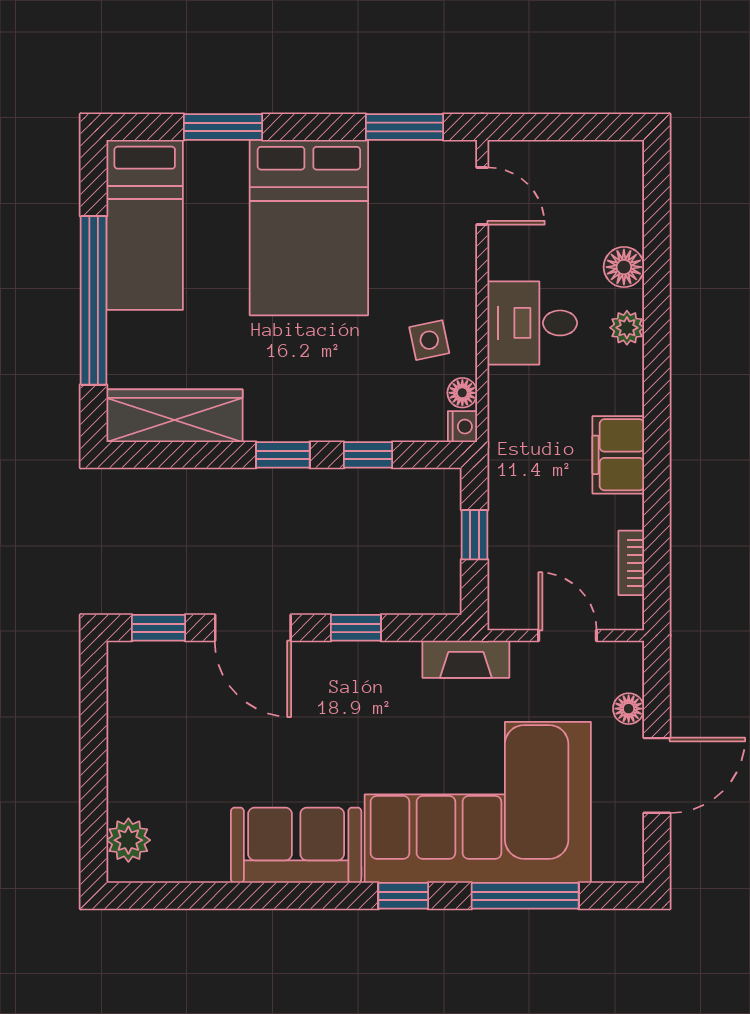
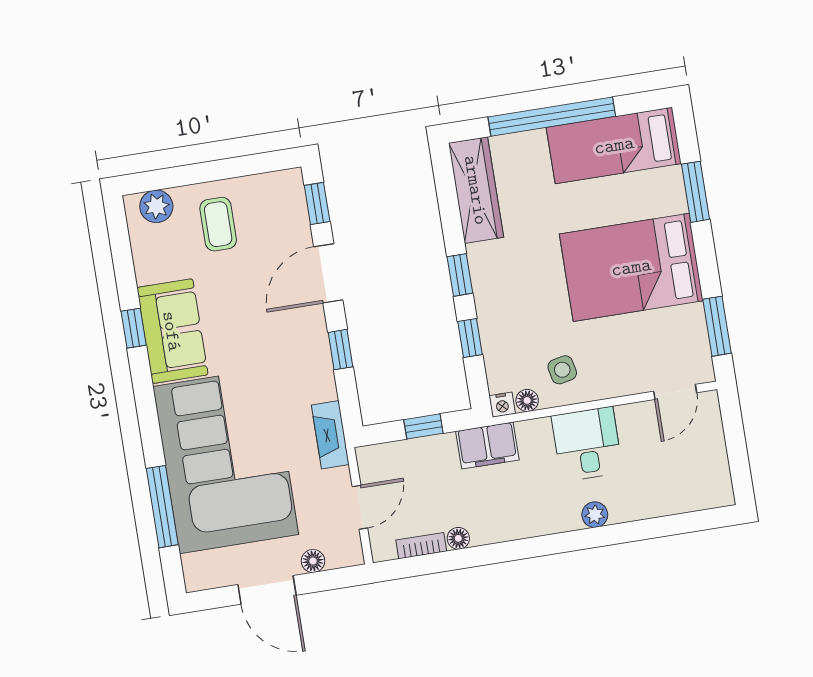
floor lamp: (624, 267) -> (458, 538), moved, width x0.73, depth x0.73
filing cabinet: (618, 455) -> (487, 446), moved, turned 180
coffee table: (165, 763) -> (218, 224), added
window: (403, 896) -> (134, 328), moved

